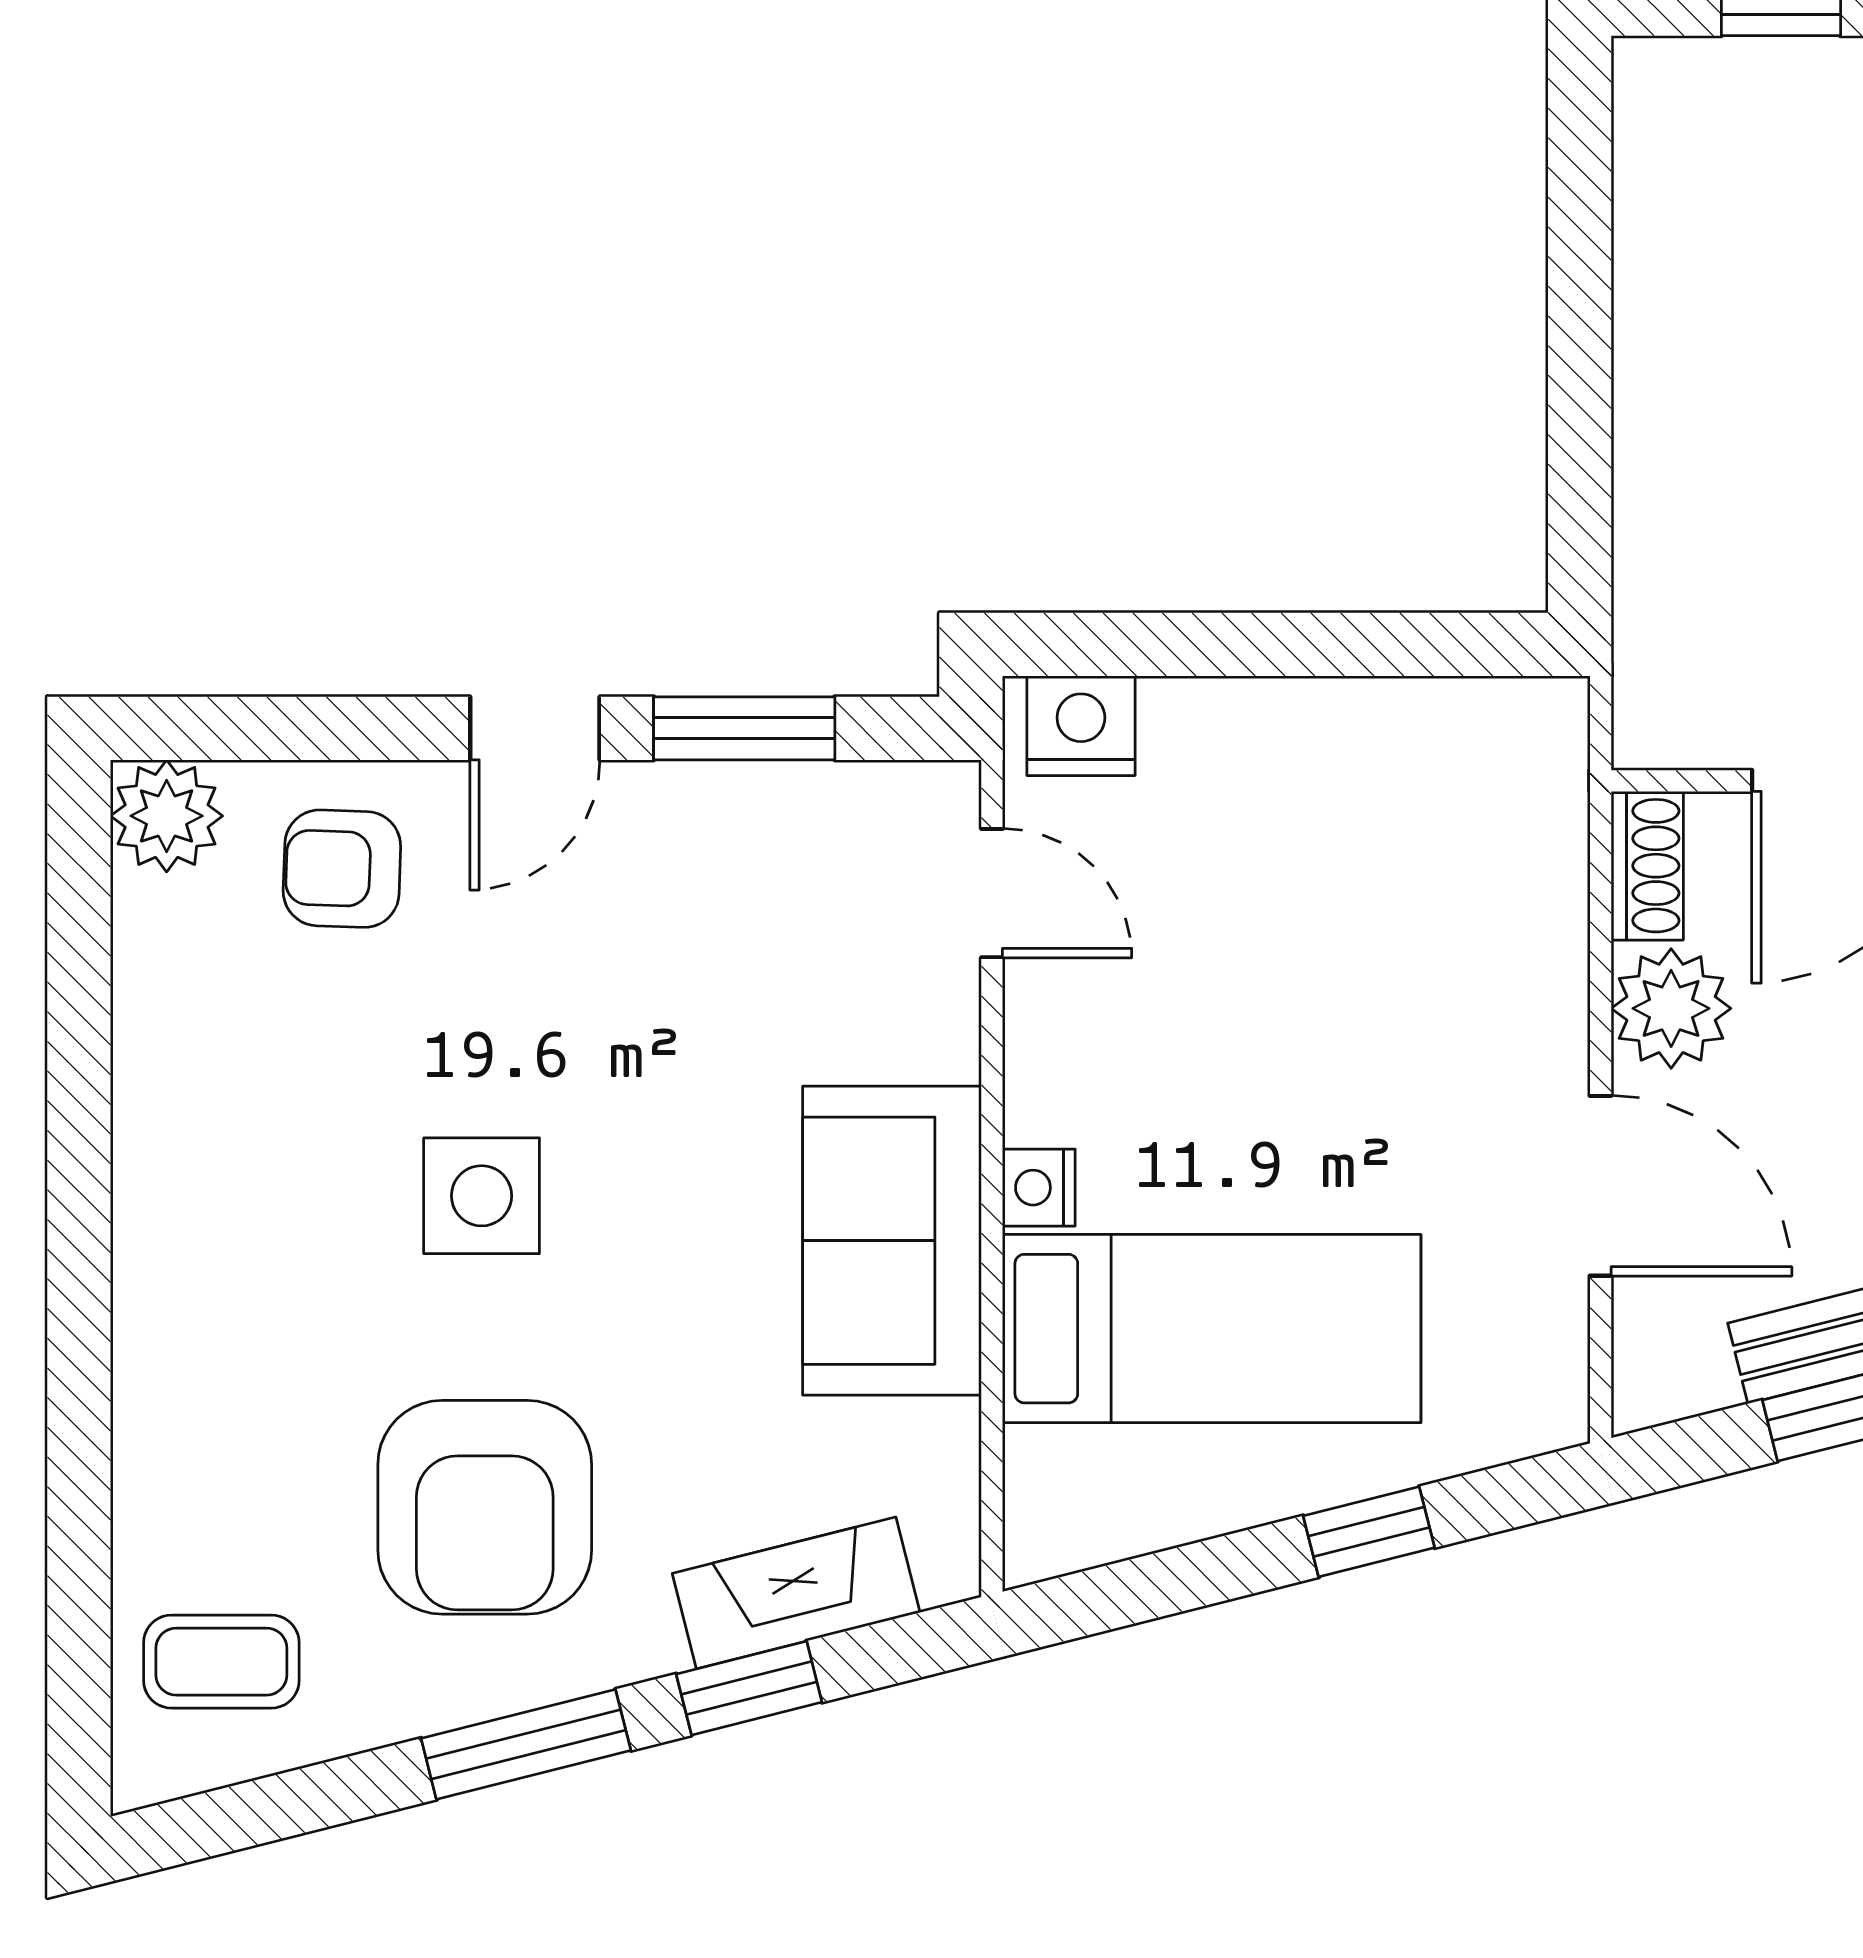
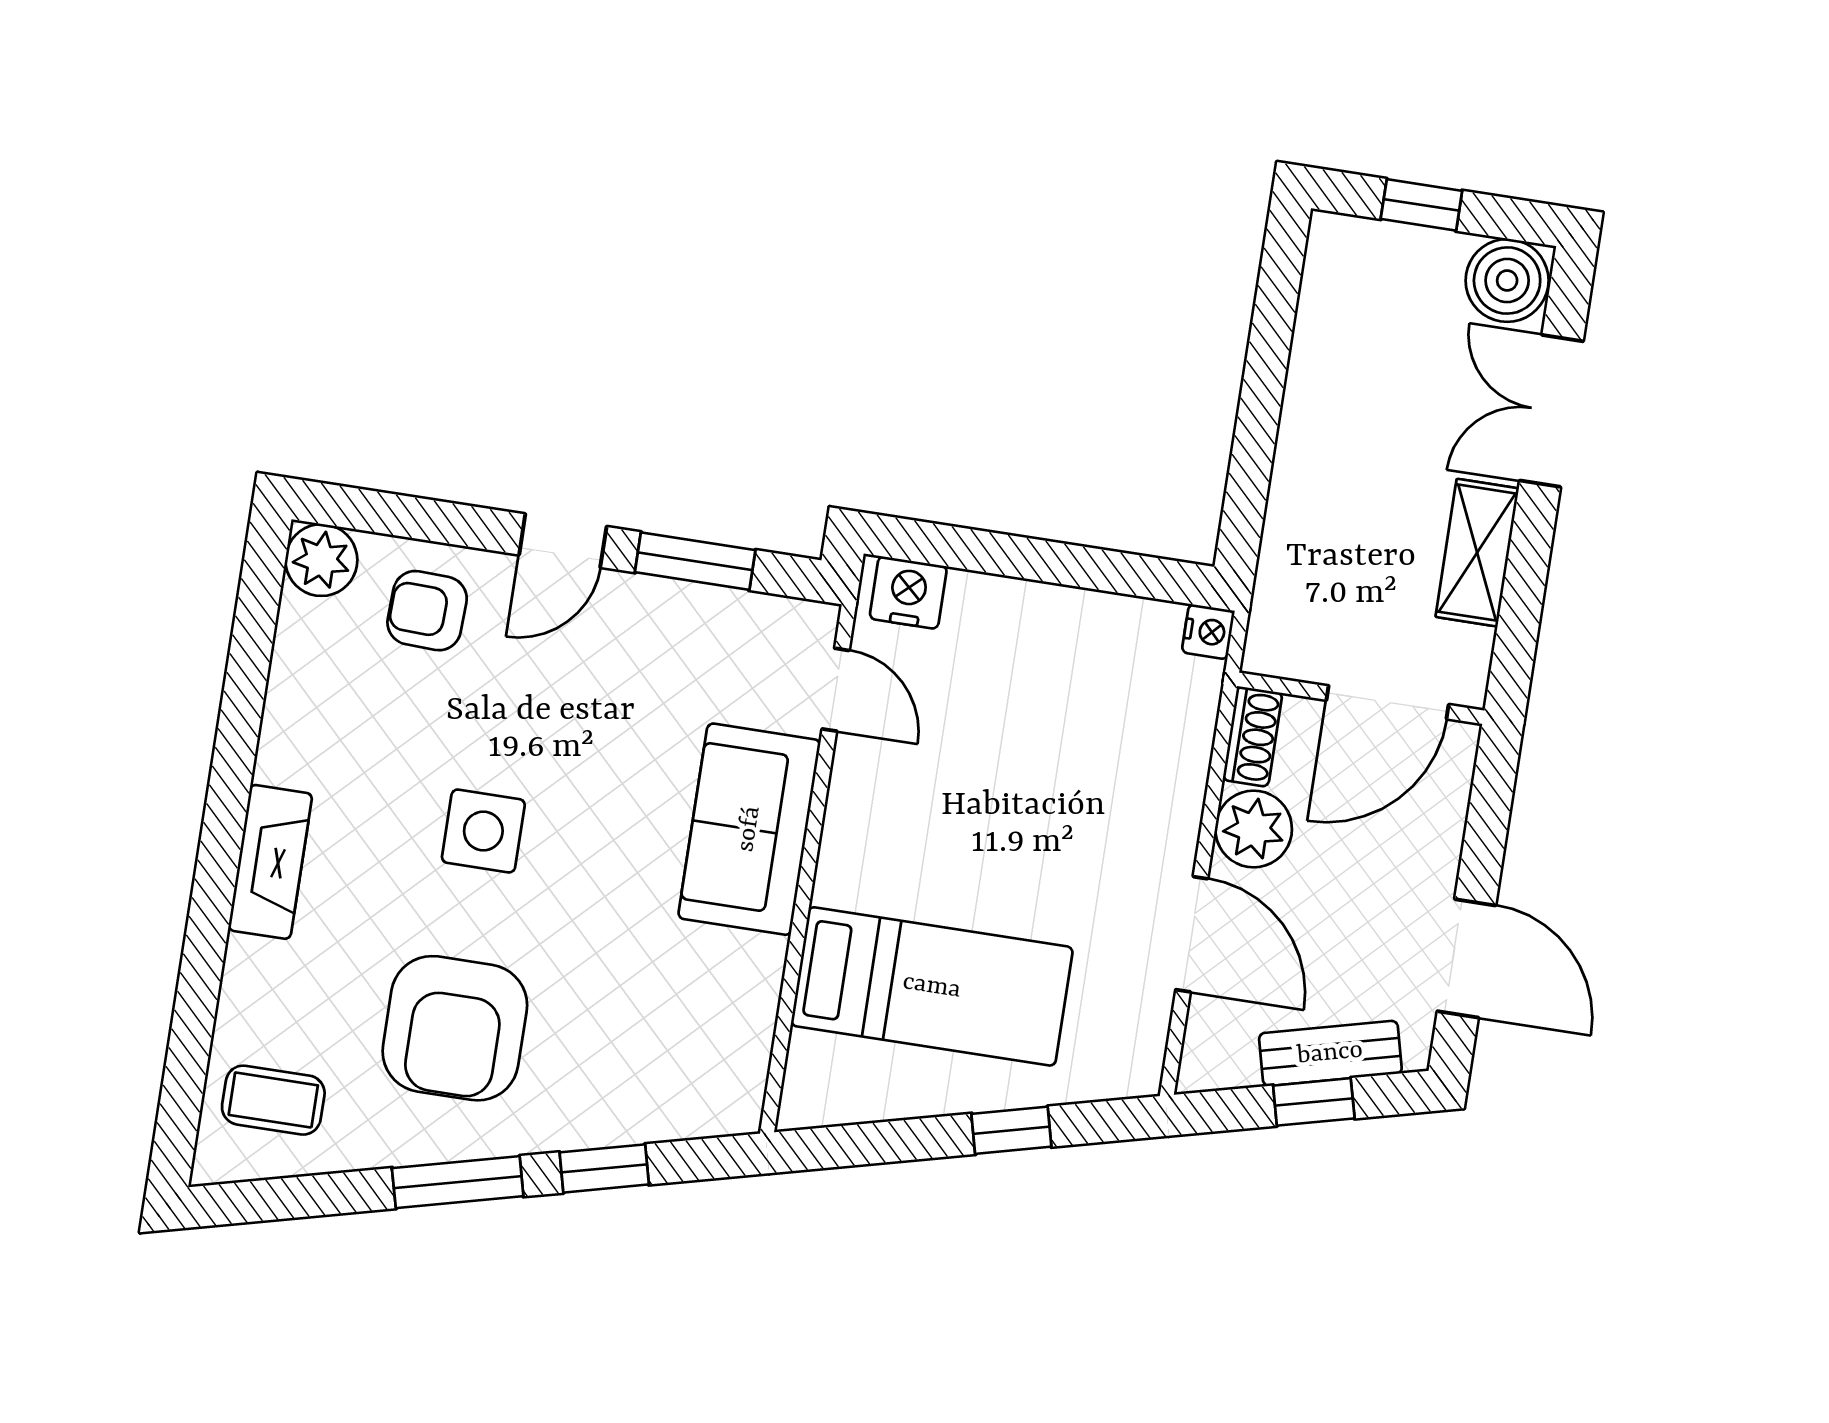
nightstand: (1039, 1188) -> (1208, 632), moved, turned 180
sofa: (892, 1241) -> (749, 829), moved
fireplace: (796, 1593) -> (270, 862), moved, turned 104

